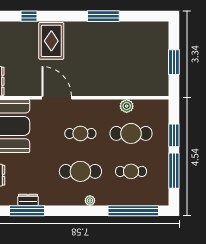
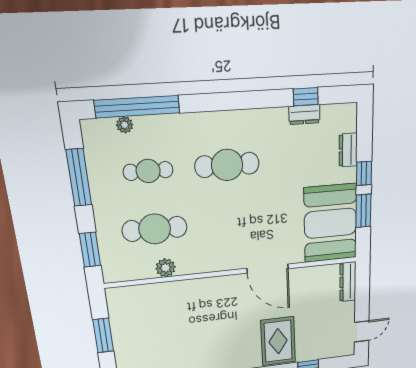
cafe table: (80, 133) -> (231, 222), removed
window: (174, 135) -> (90, 250), moved
plant: (90, 200) -> (125, 125), moved
window: (27, 211) -> (306, 97), width x0.46

